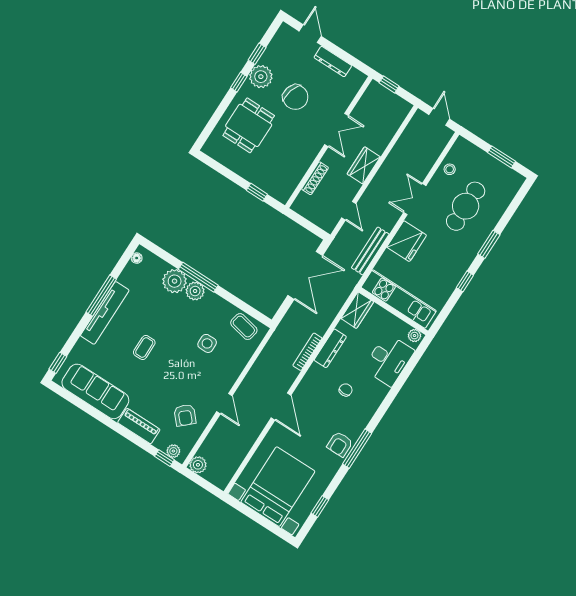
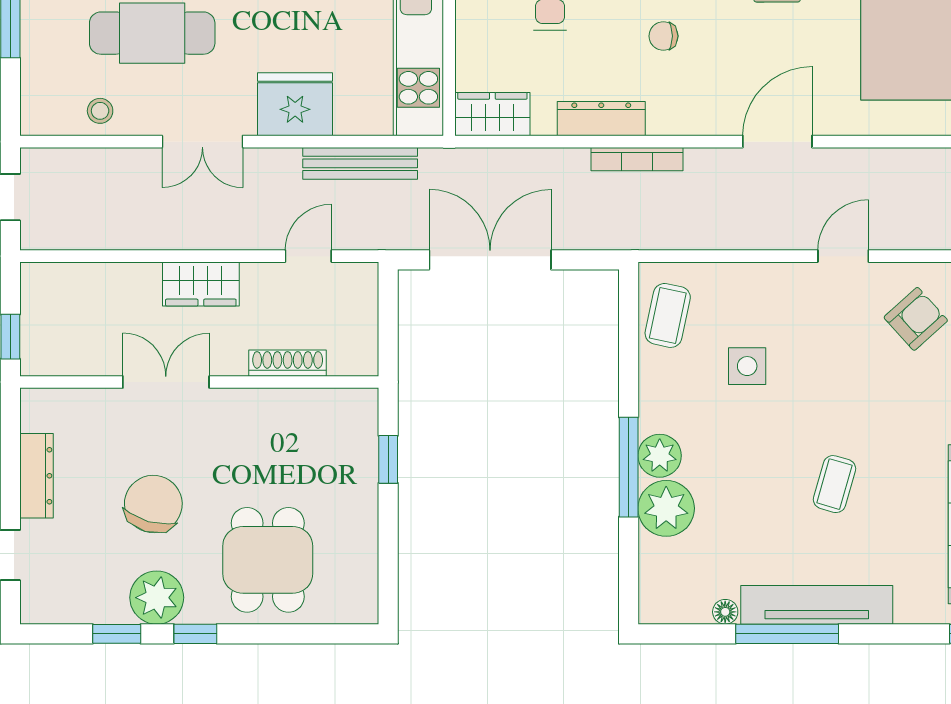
dining table: (249, 125) -> (268, 560), turned 90
floor lamp: (137, 258) -> (725, 612), moved
coffee table: (144, 347) -> (834, 484), turned -74

